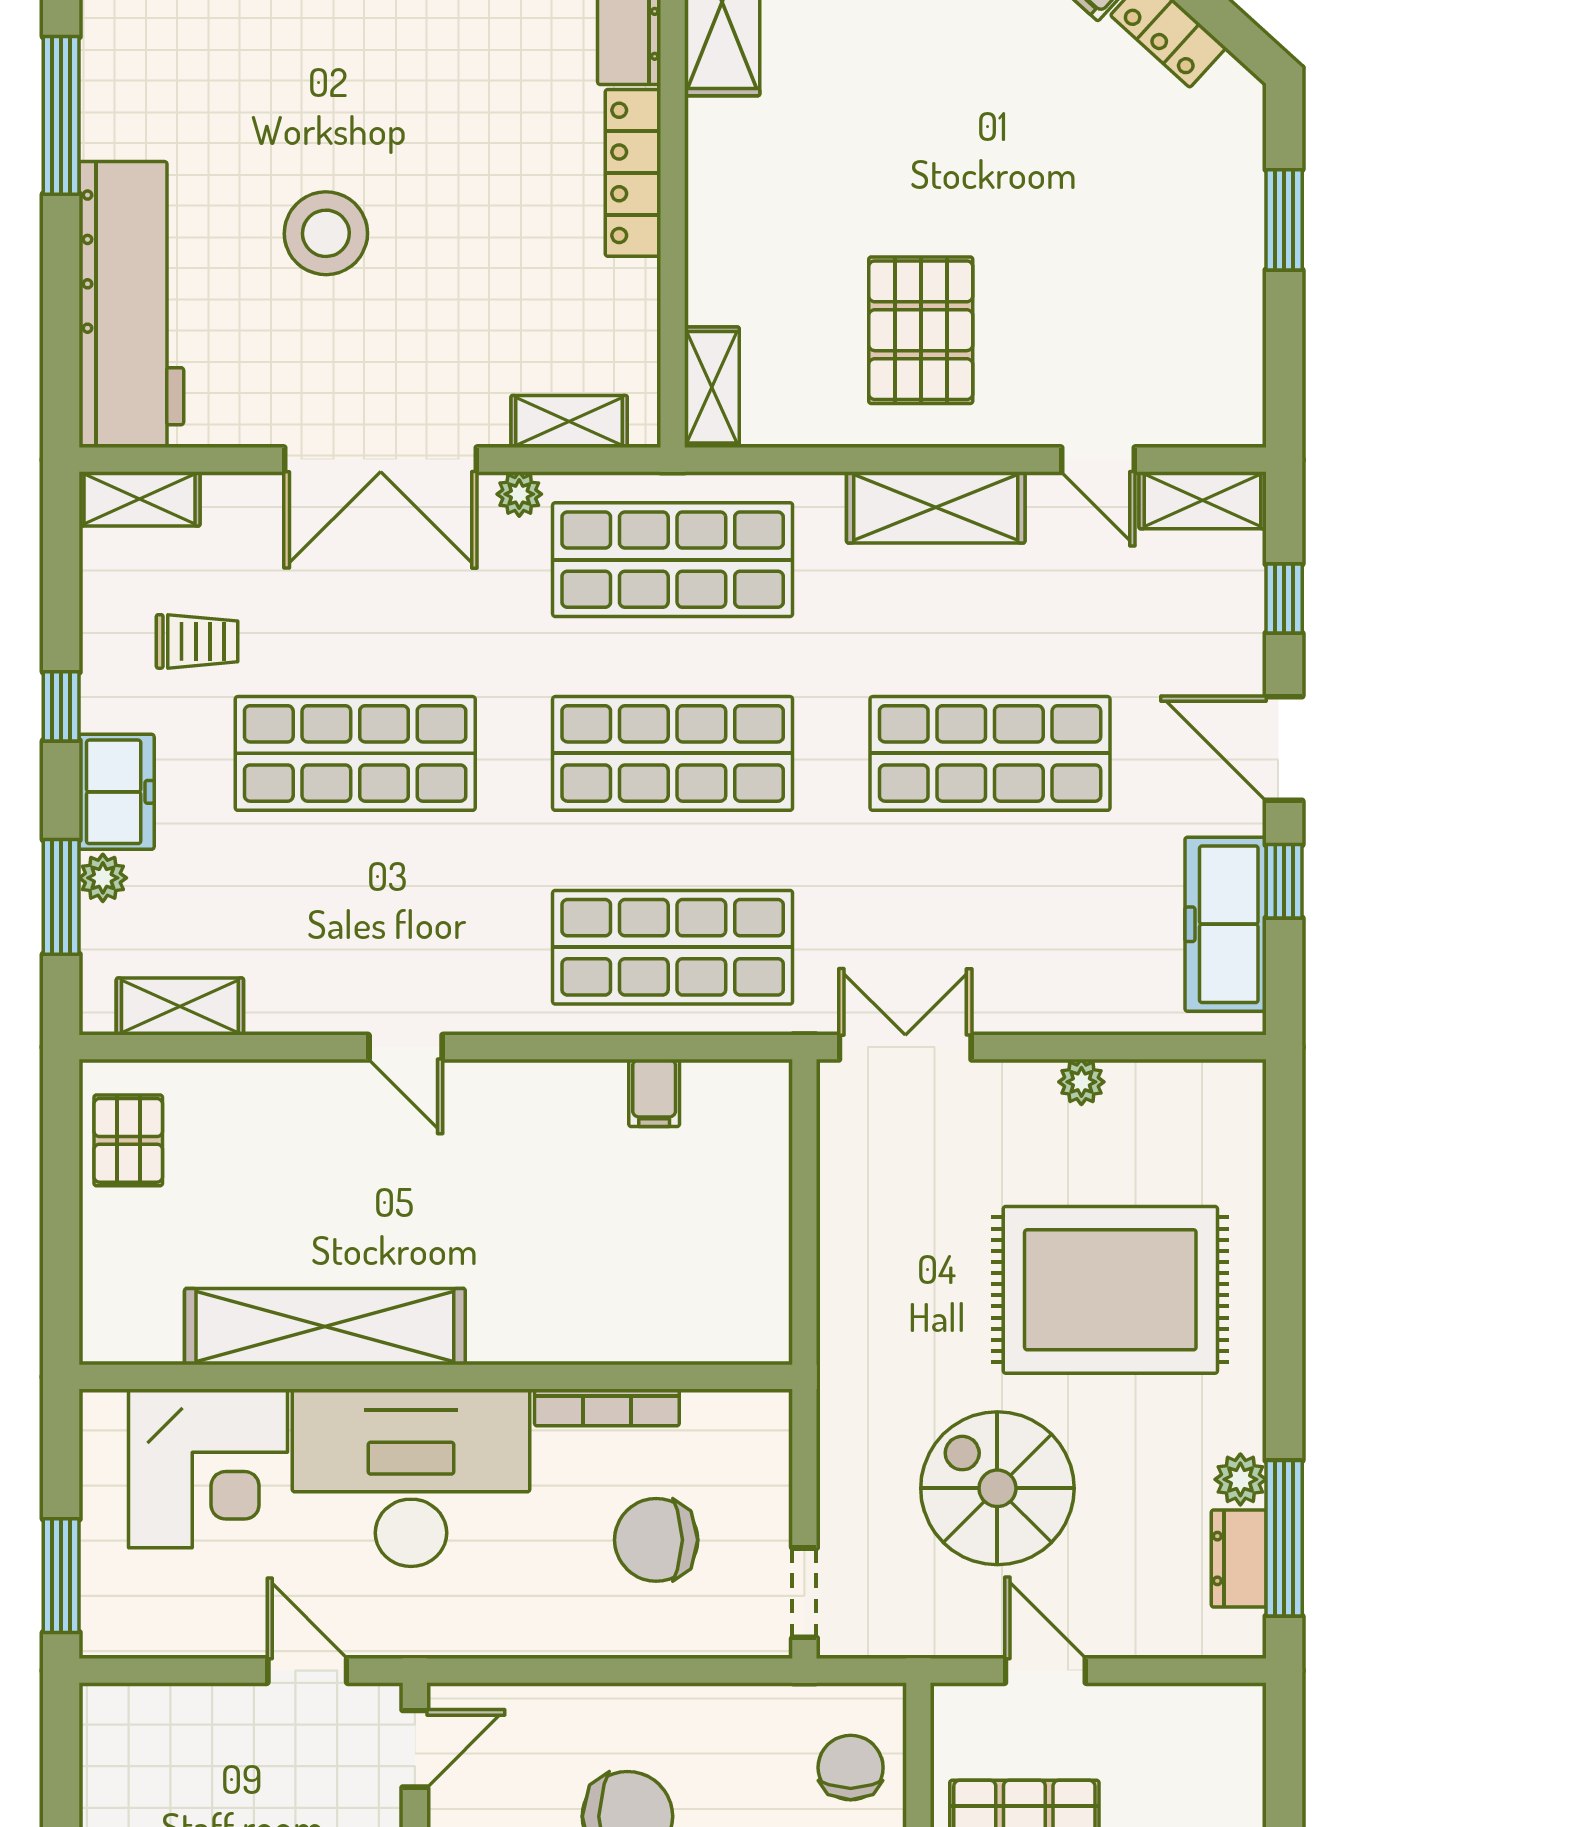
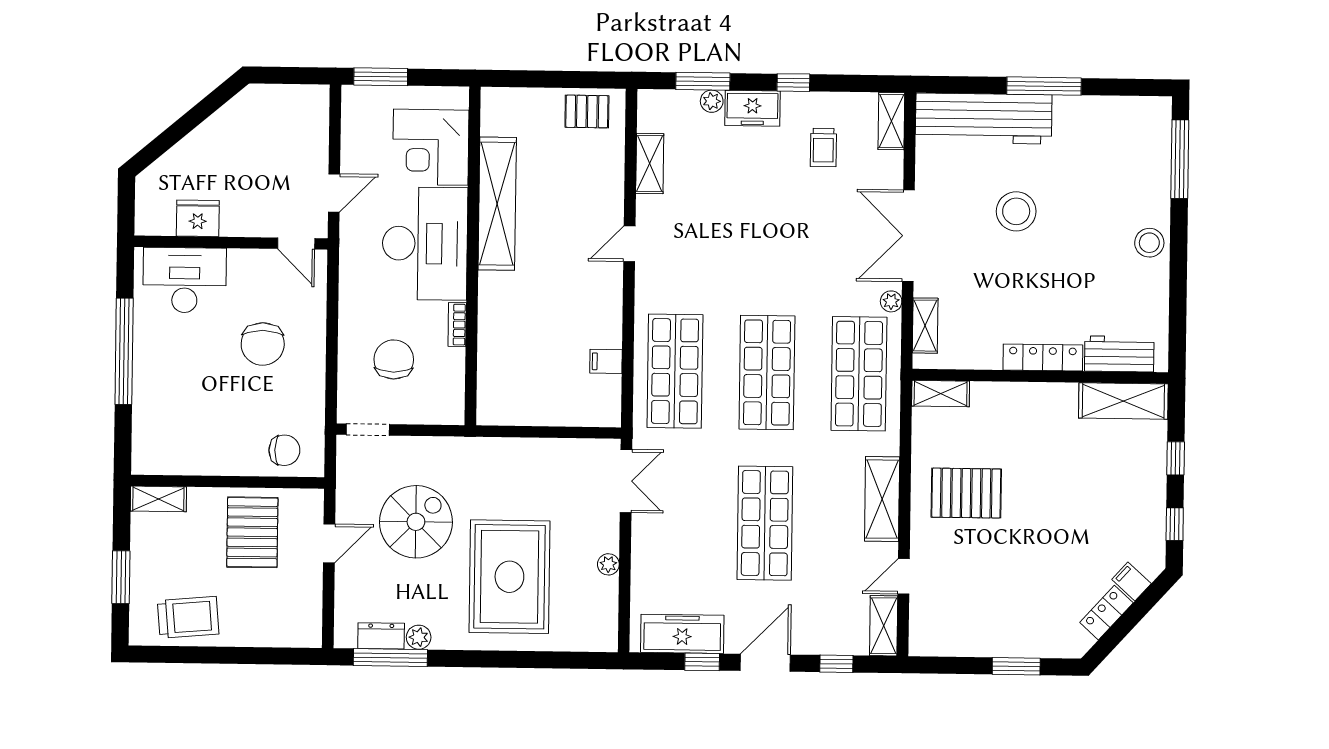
window: (61, 115) -> (1044, 86), moved
shop shelf: (355, 753) -> (769, 222), removed
shelving: (180, 1007) -> (650, 164), moved
bookcase: (607, 1407) -> (457, 325), width x0.64

